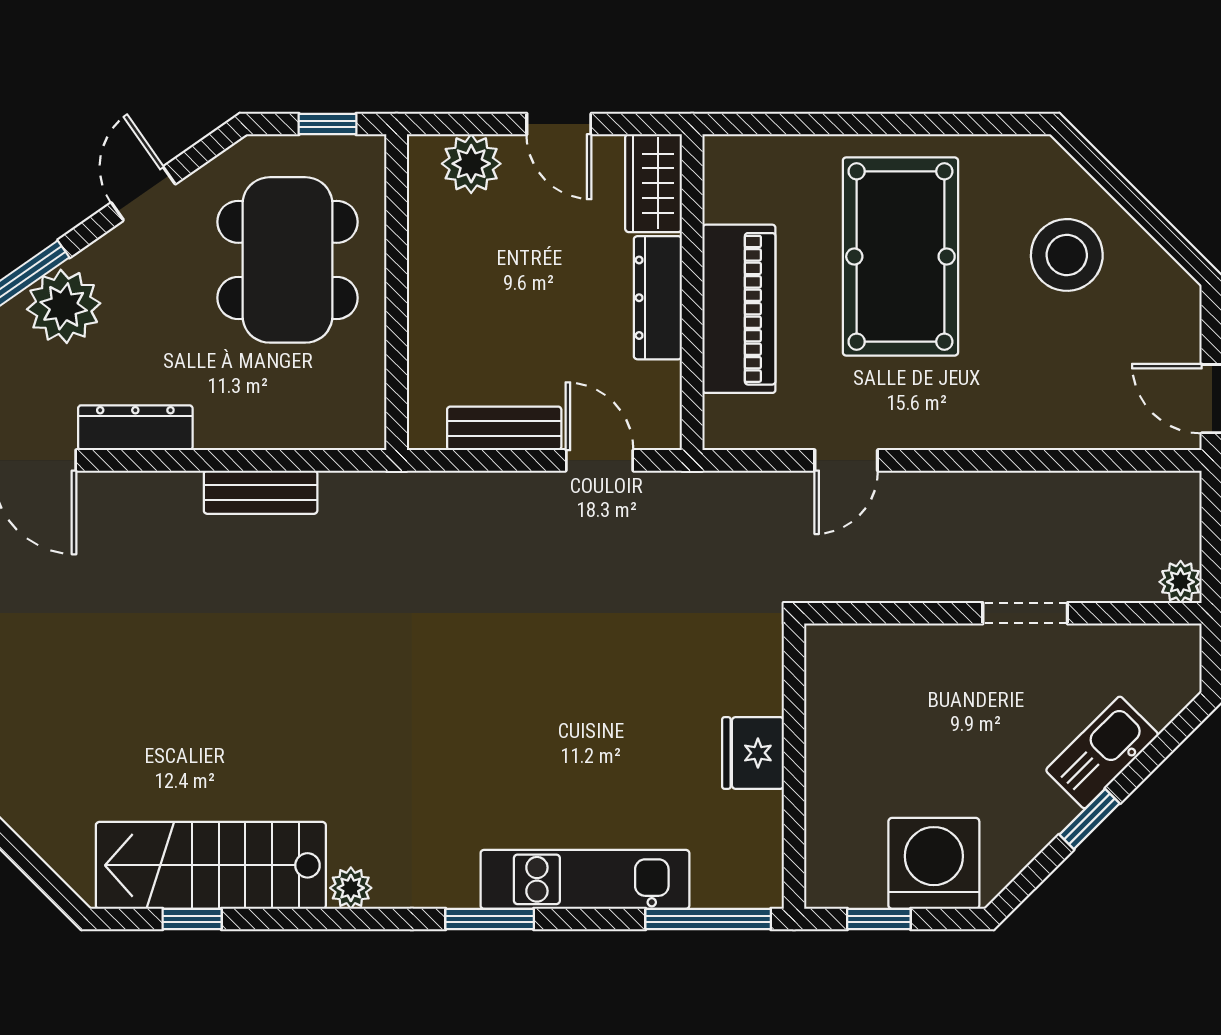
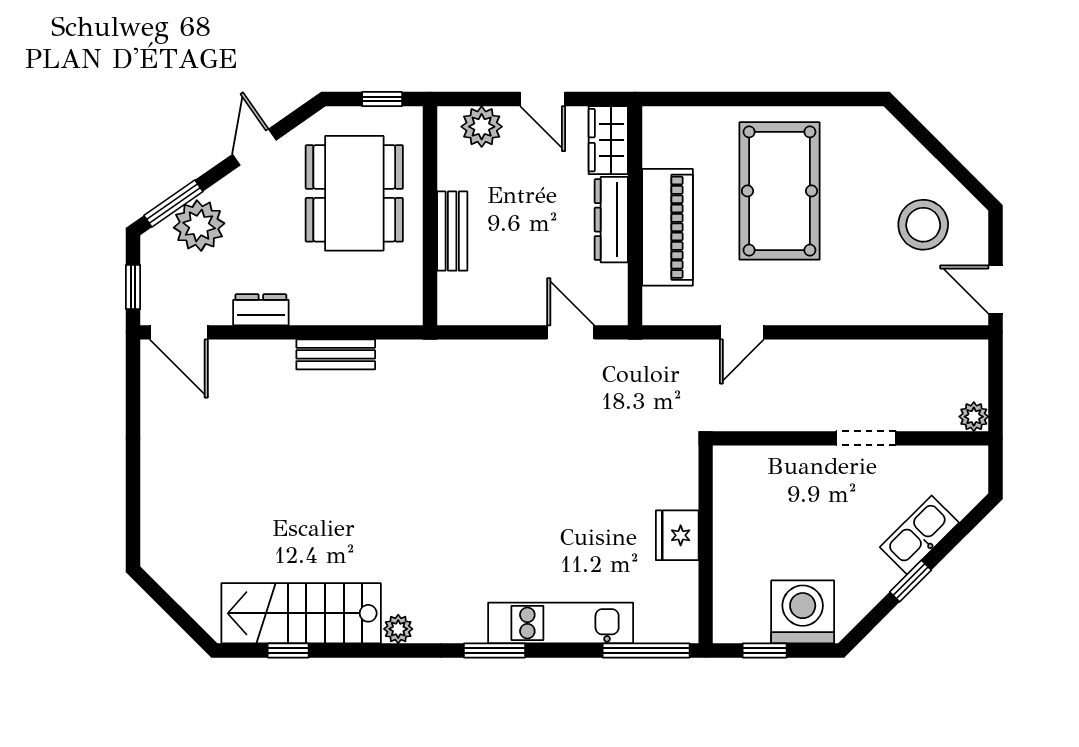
stool: (1067, 255) -> (923, 225), moved
dresser: (135, 428) -> (261, 310), width x0.70
bench: (504, 428) -> (452, 231), moved, turned 90

